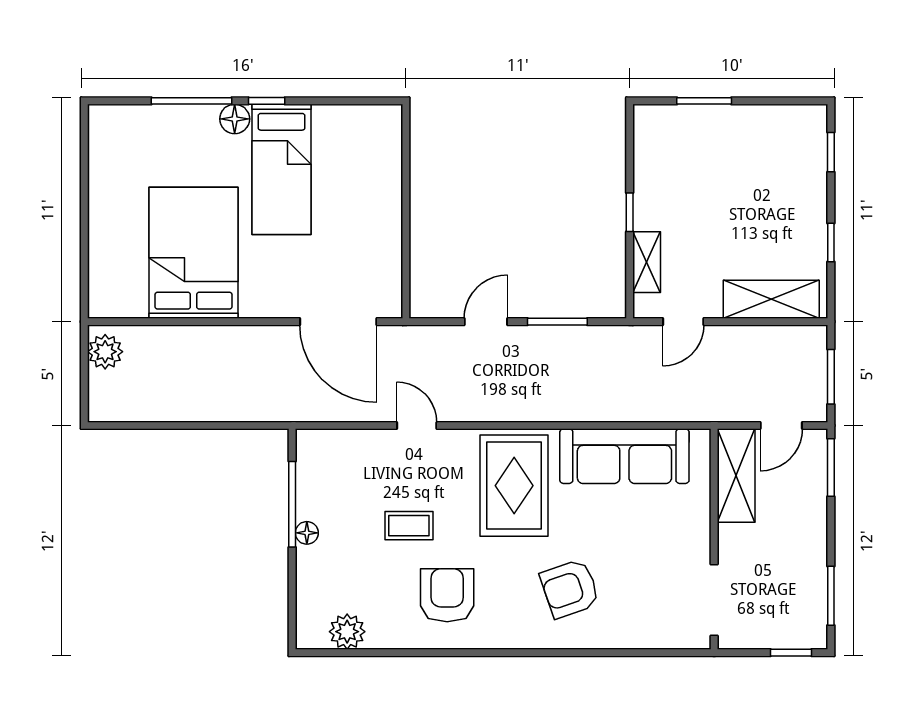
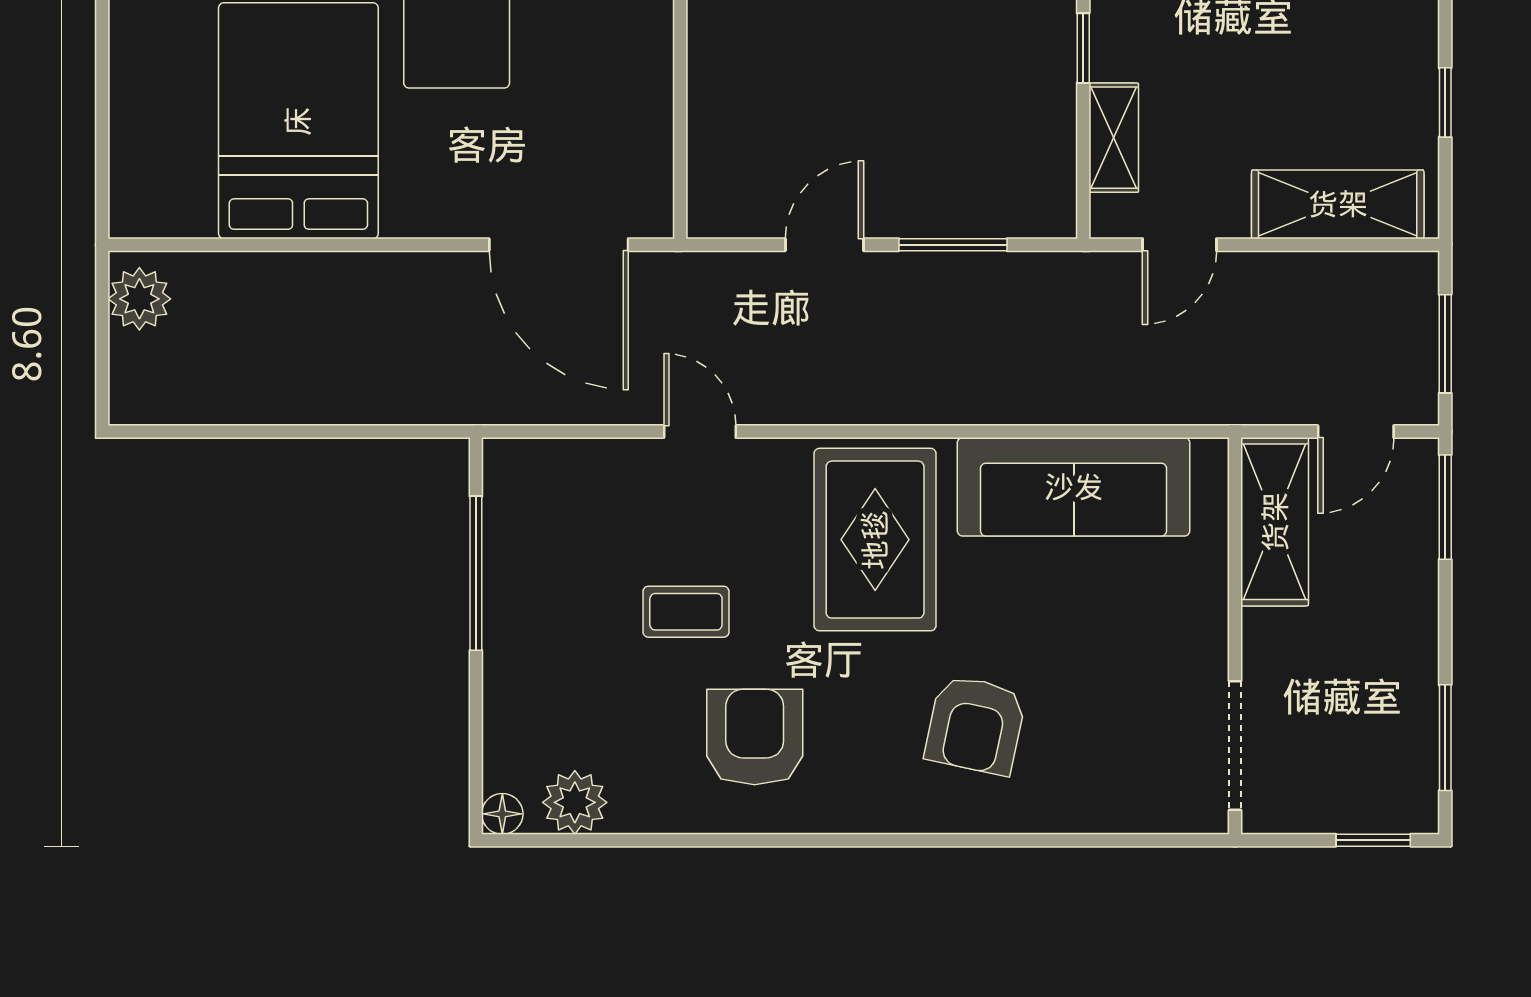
floor lamp: (307, 533) -> (502, 814), moved
armchair: (570, 589) -> (975, 725), turned -59

